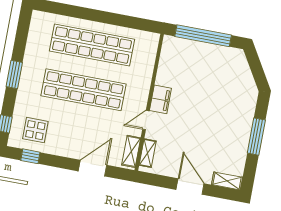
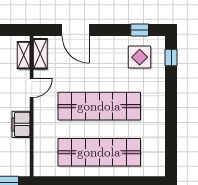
window: (14, 75) -> (171, 108), removed
filing cabinet: (160, 99) -> (21, 124), moved
door: (93, 168) -> (76, 30), hinge flipped

